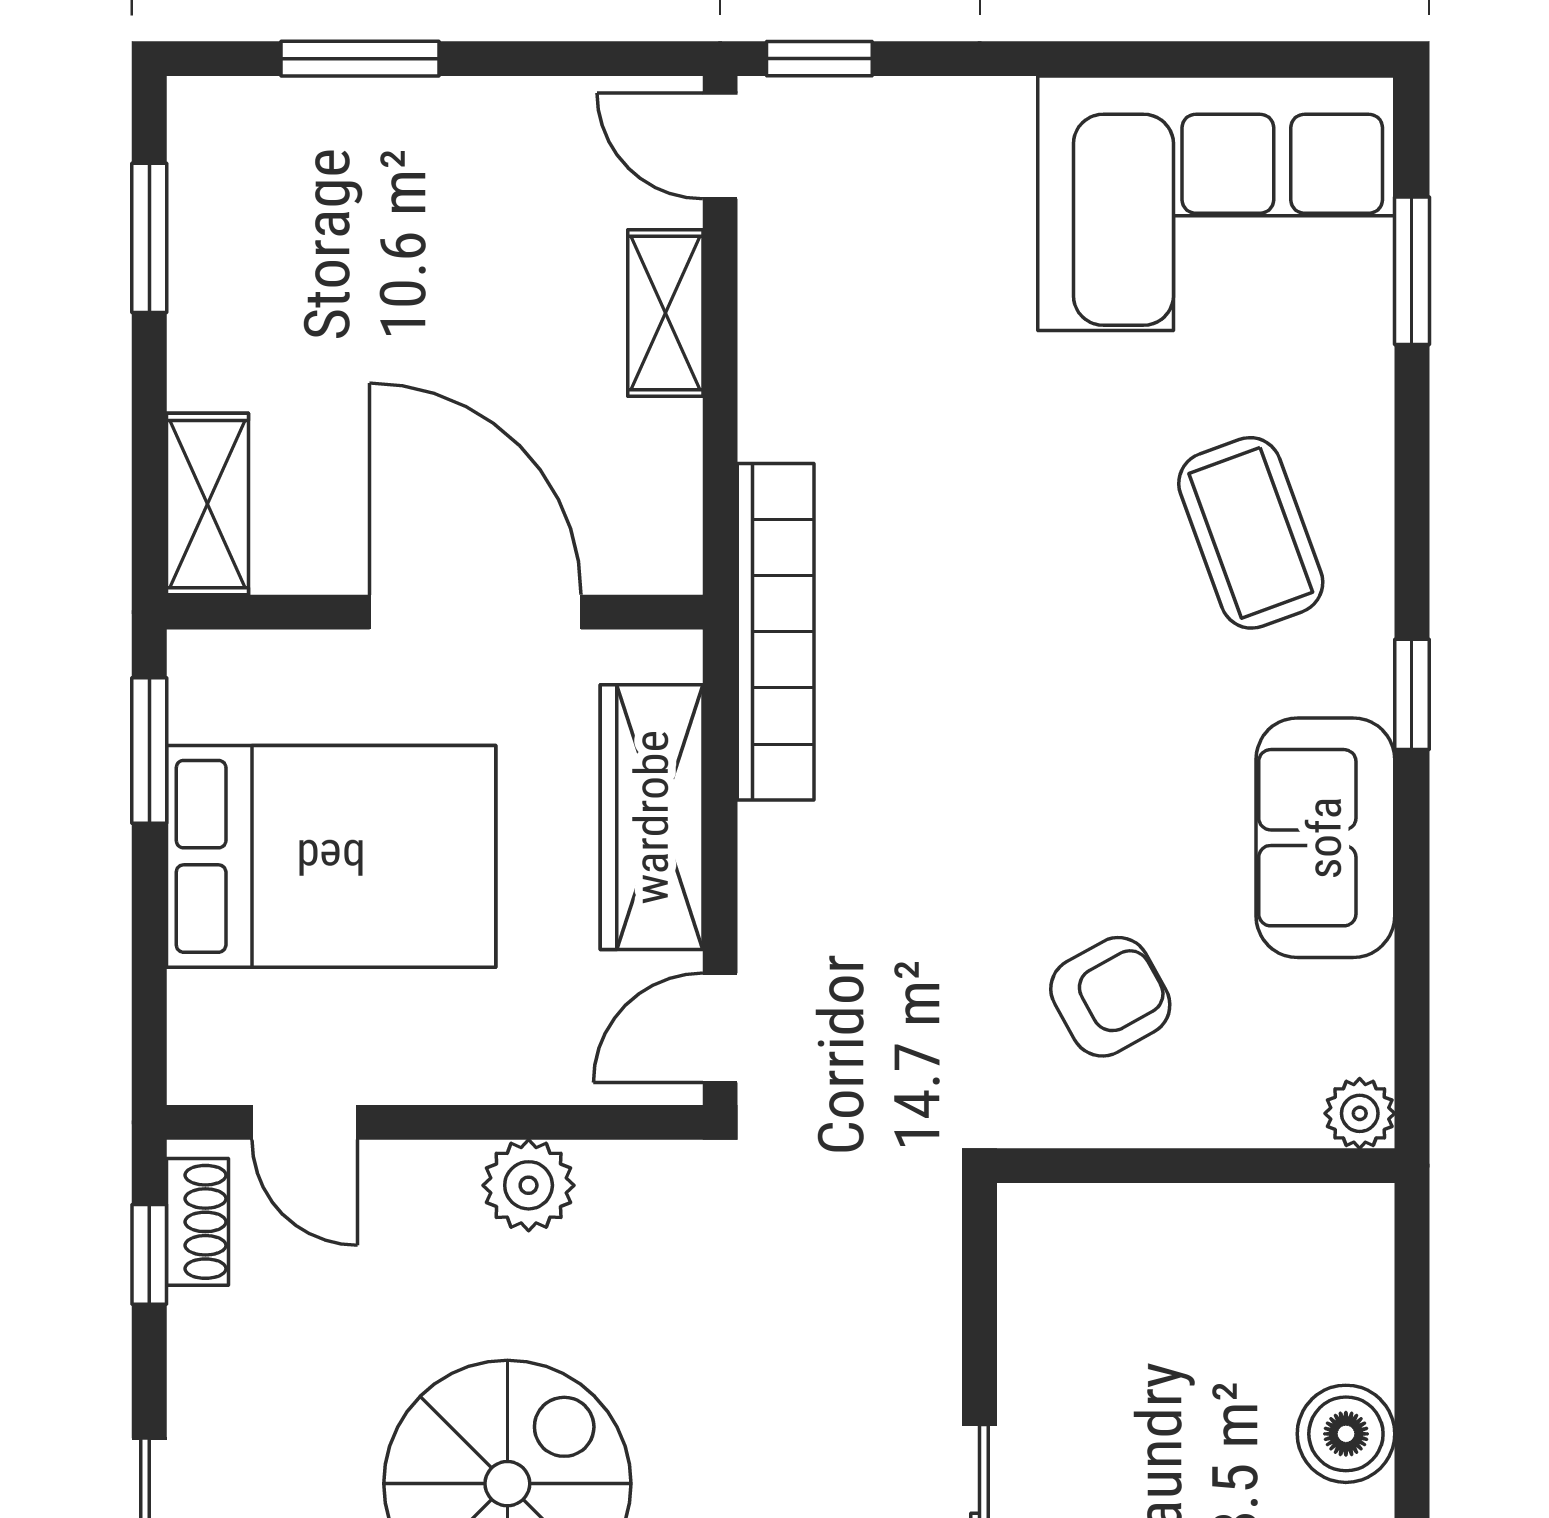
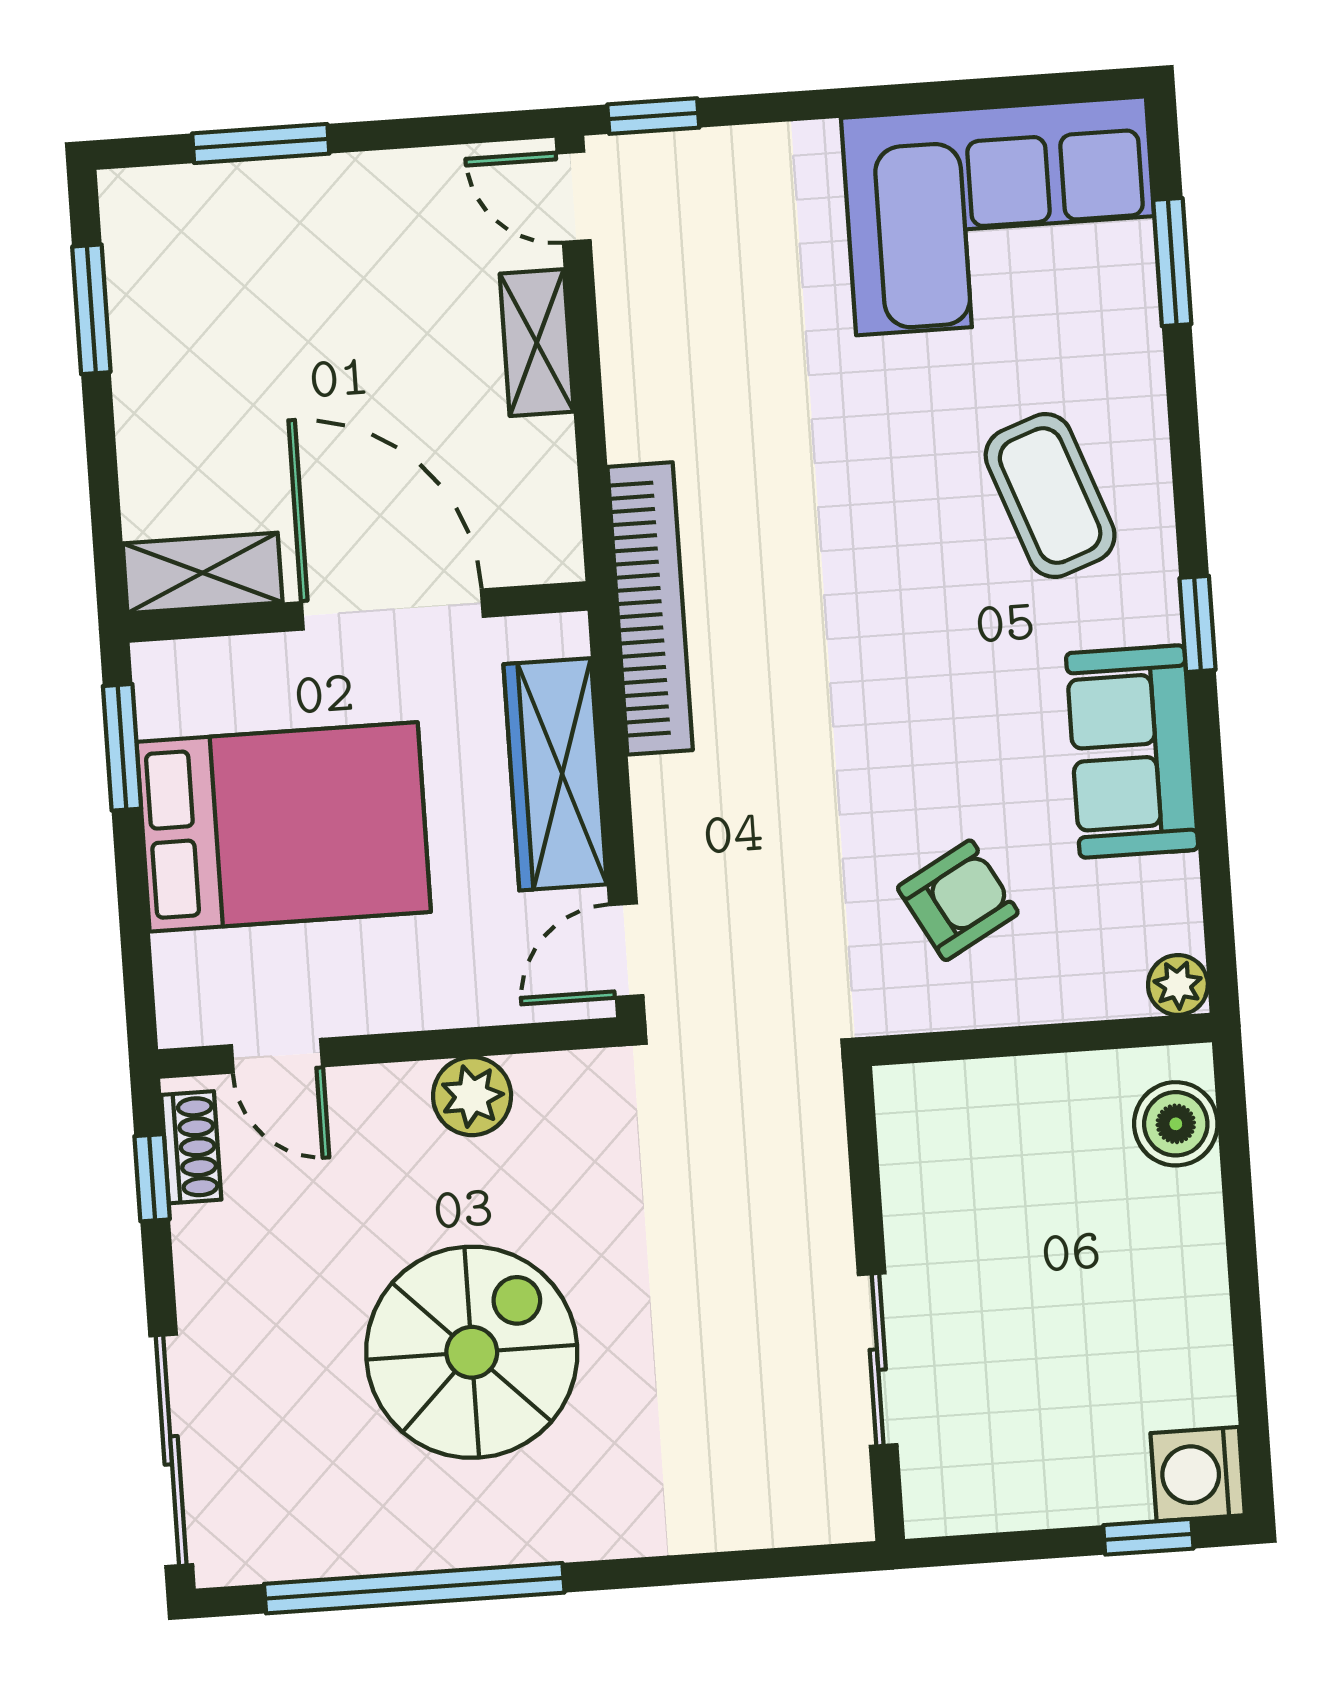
shelving: (207, 504) -> (203, 573), moved, turned 90
boiler: (1346, 1434) -> (1176, 1124), moved

